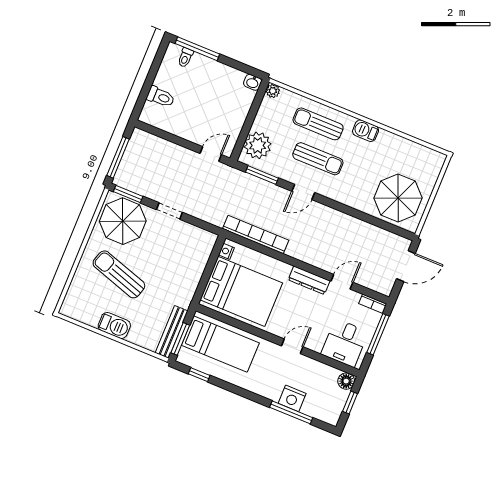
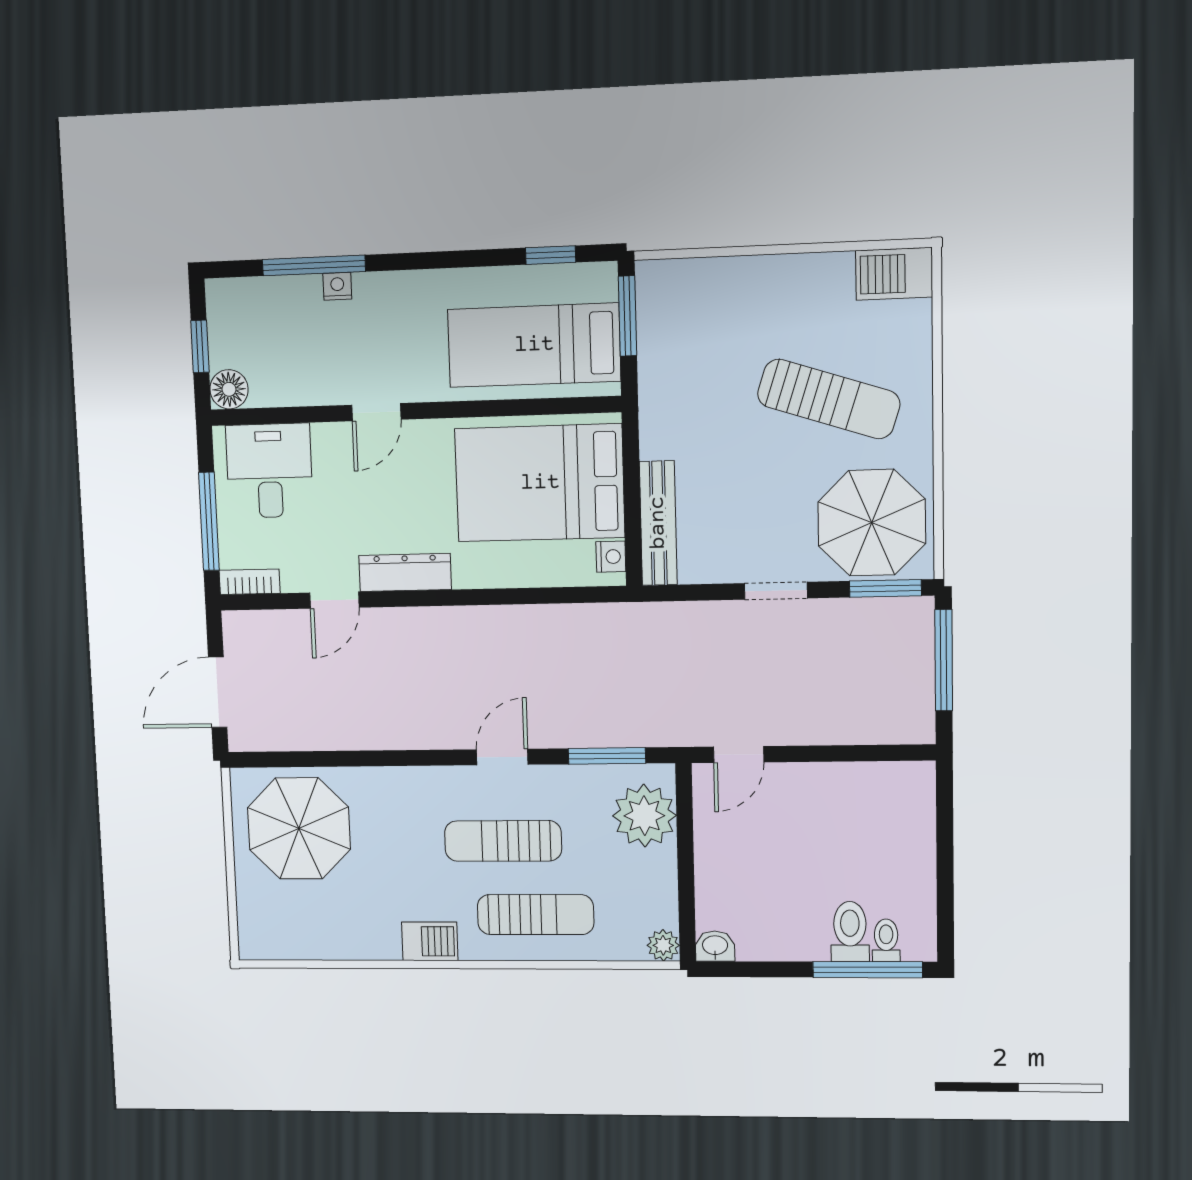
toilet: (161, 97) -> (850, 932), moved, turned 90
bookcase: (256, 235) -> (564, 621), removed
barbecue: (114, 325) -> (894, 274), moved
bench: (172, 332) -> (658, 523), moved
nightstand: (292, 398) -> (337, 286), width x0.53, depth x0.56

